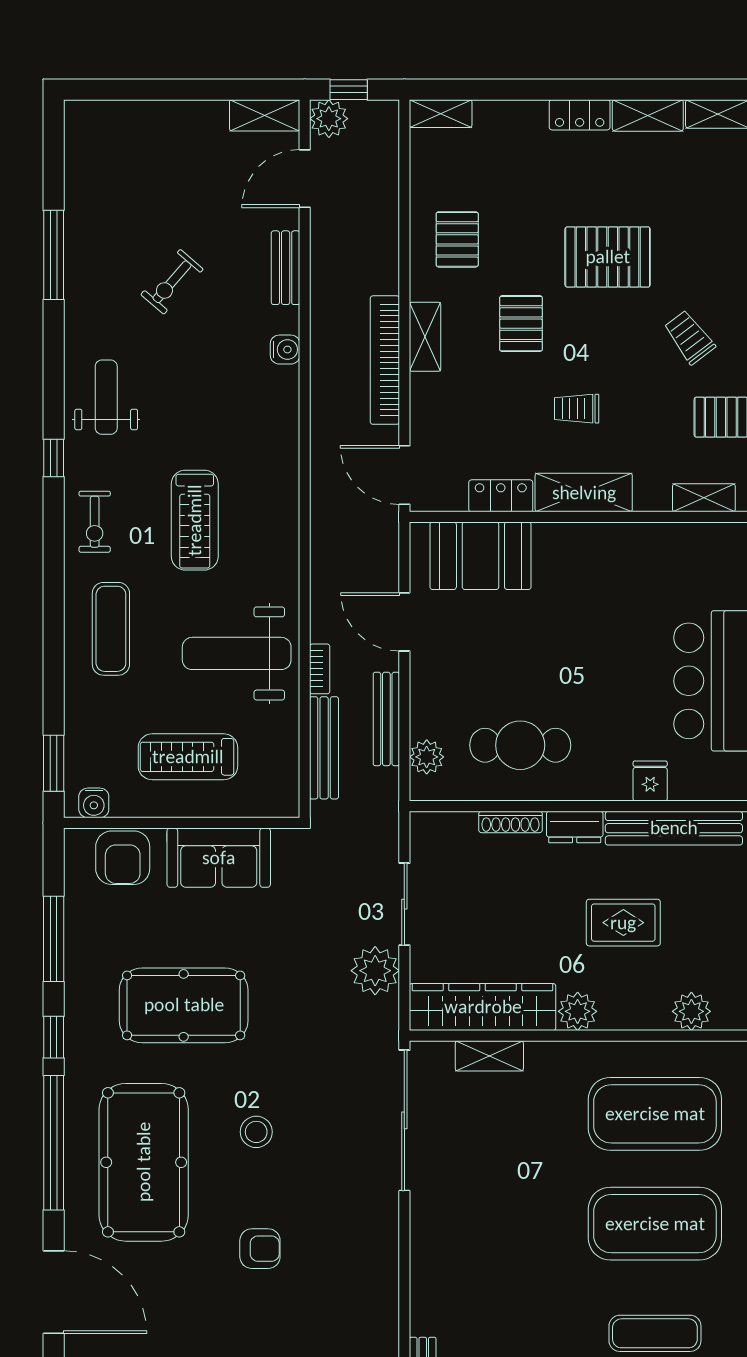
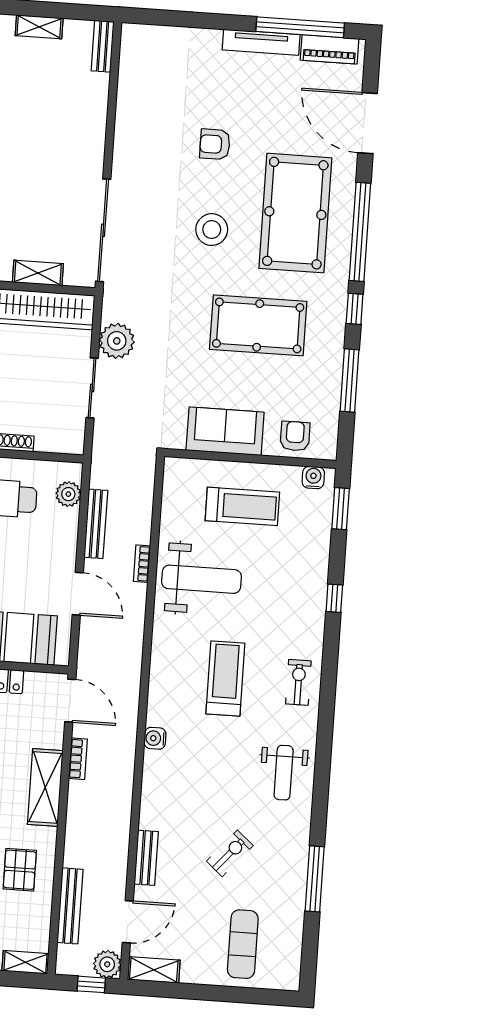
shelving: (425, 337) -> (45, 787), width x1.50, depth x1.33
water cooler: (285, 350) -> (155, 738), moved
bookcase: (385, 360) -> (78, 759), width x0.43, depth x0.76
window: (54, 458) -> (334, 598), moved
exercise mat: (111, 629) -> (243, 944), moved
bench: (324, 748) -> (70, 906), moved
armchair: (123, 858) -> (295, 436), width x0.72, depth x0.72
stool: (256, 1132) -> (212, 230), width x1.38, depth x1.38

